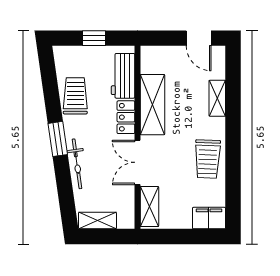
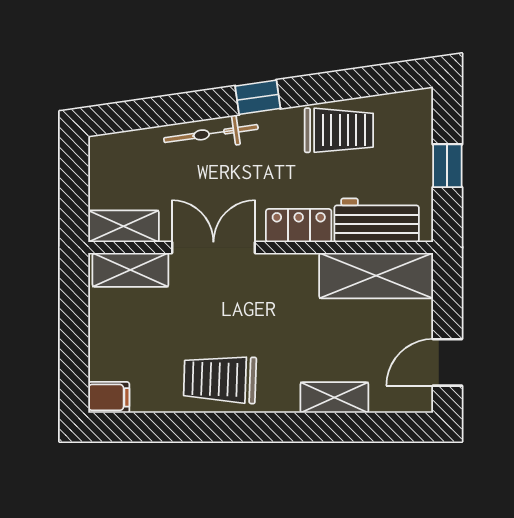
shelving: (152, 105) -> (376, 276), moved
window: (58, 139) -> (258, 97), width x0.67
filing cabinet: (209, 218) -> (109, 397), width x0.50
shelving: (97, 221) -> (124, 226), moved, turned 90

